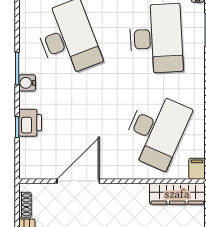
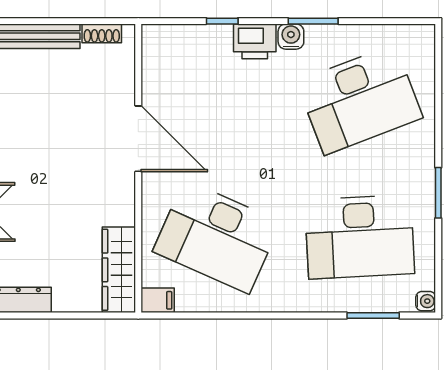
printer: (30, 123) -> (255, 41), moved
door: (78, 181) -> (138, 139), moved

